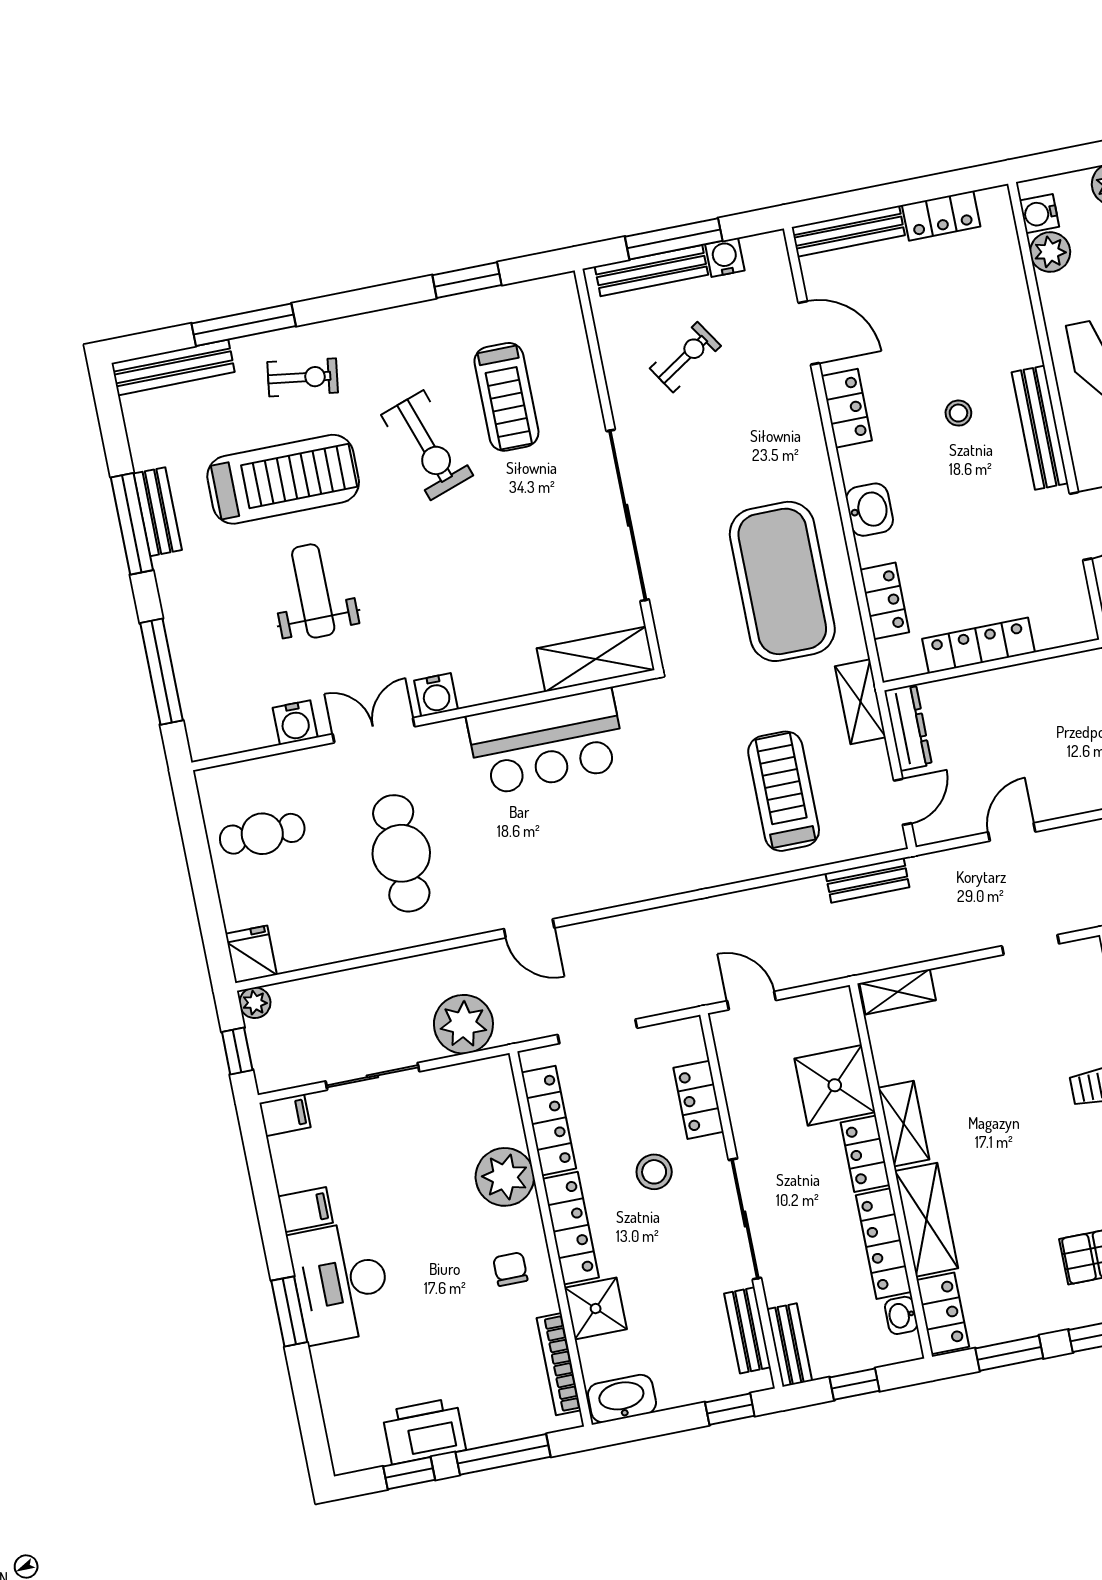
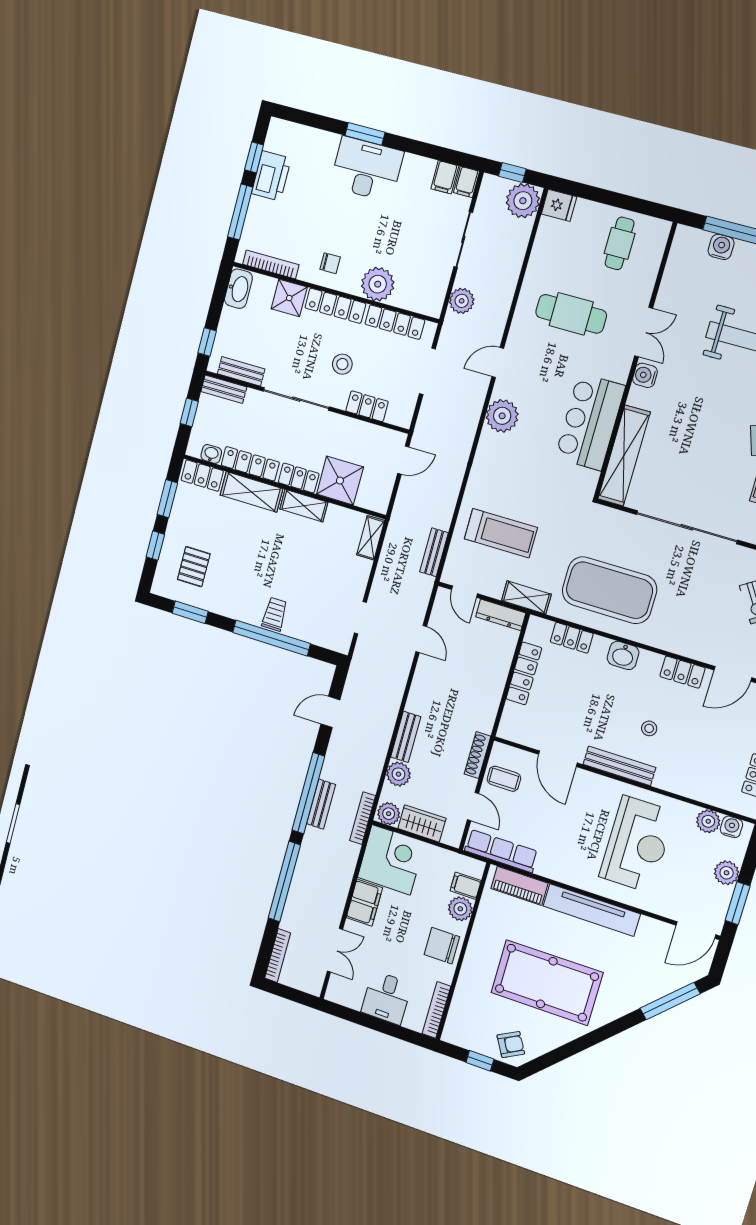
shelving: (596, 659) -> (624, 456), width x1.47
water cooler: (295, 722) -> (721, 247), moved, turned 90
plant: (606, 881) -> (502, 416), added
plant: (255, 1003) -> (523, 201), width x1.88, depth x1.88
plant: (463, 1024) -> (462, 301), width x0.73, depth x0.73
filing cabinet: (305, 1210) -> (445, 177), moved

